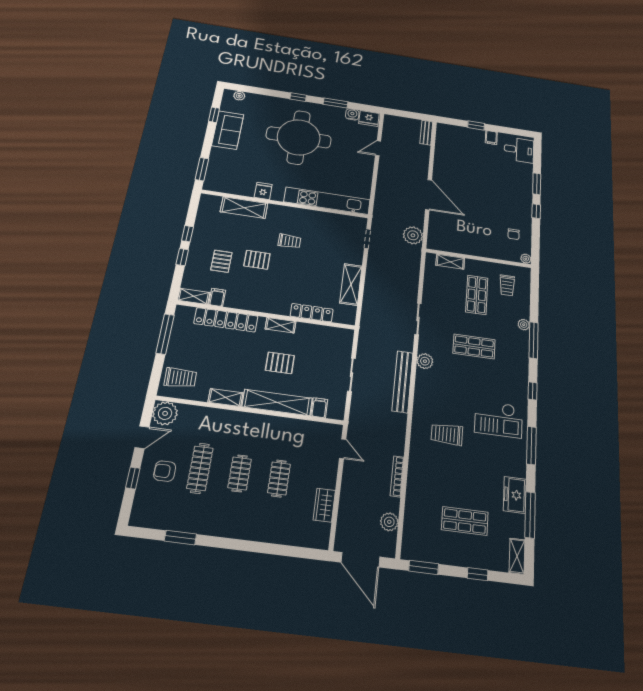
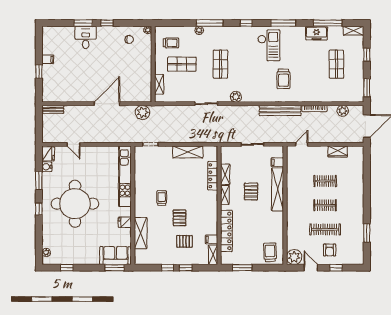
sofa: (228, 130) -> (116, 256), moved
desk: (519, 150) -> (86, 37), moved
window: (165, 334) -> (242, 268), width x0.69
bench: (403, 382) -> (280, 110), moved
shelving: (225, 397) -> (225, 174), moved

